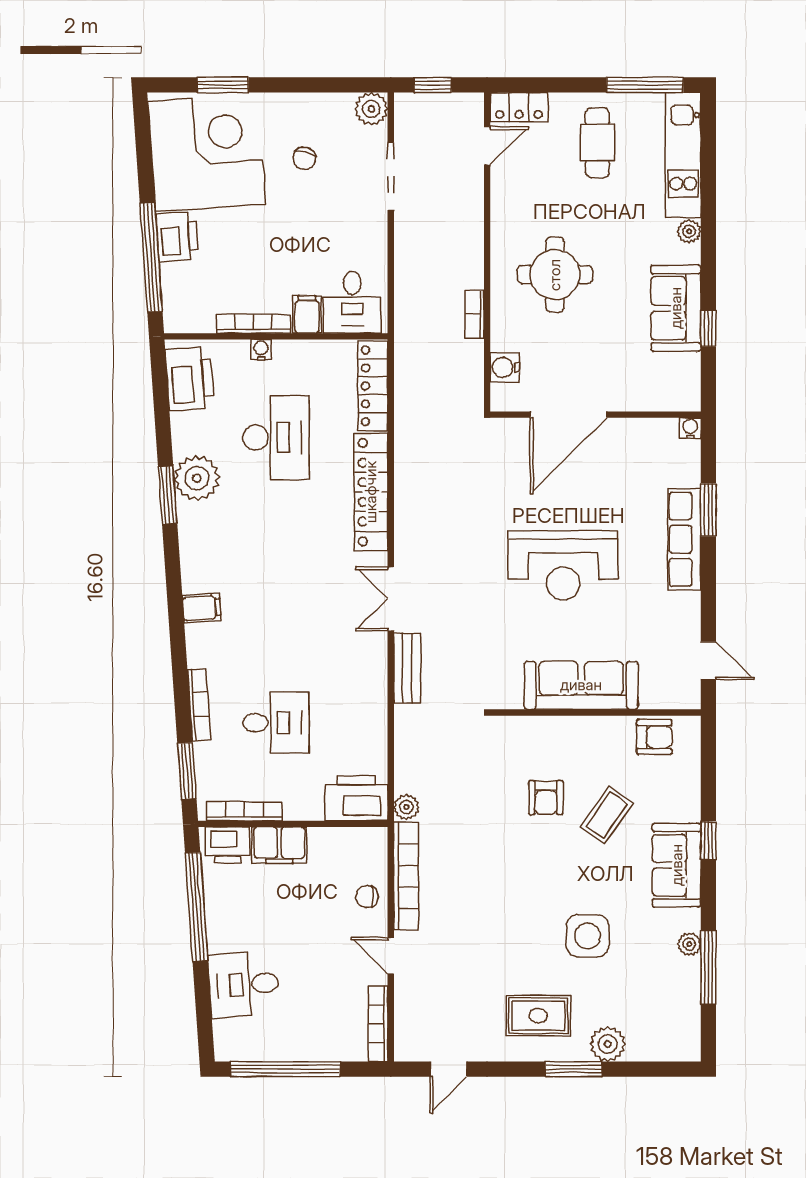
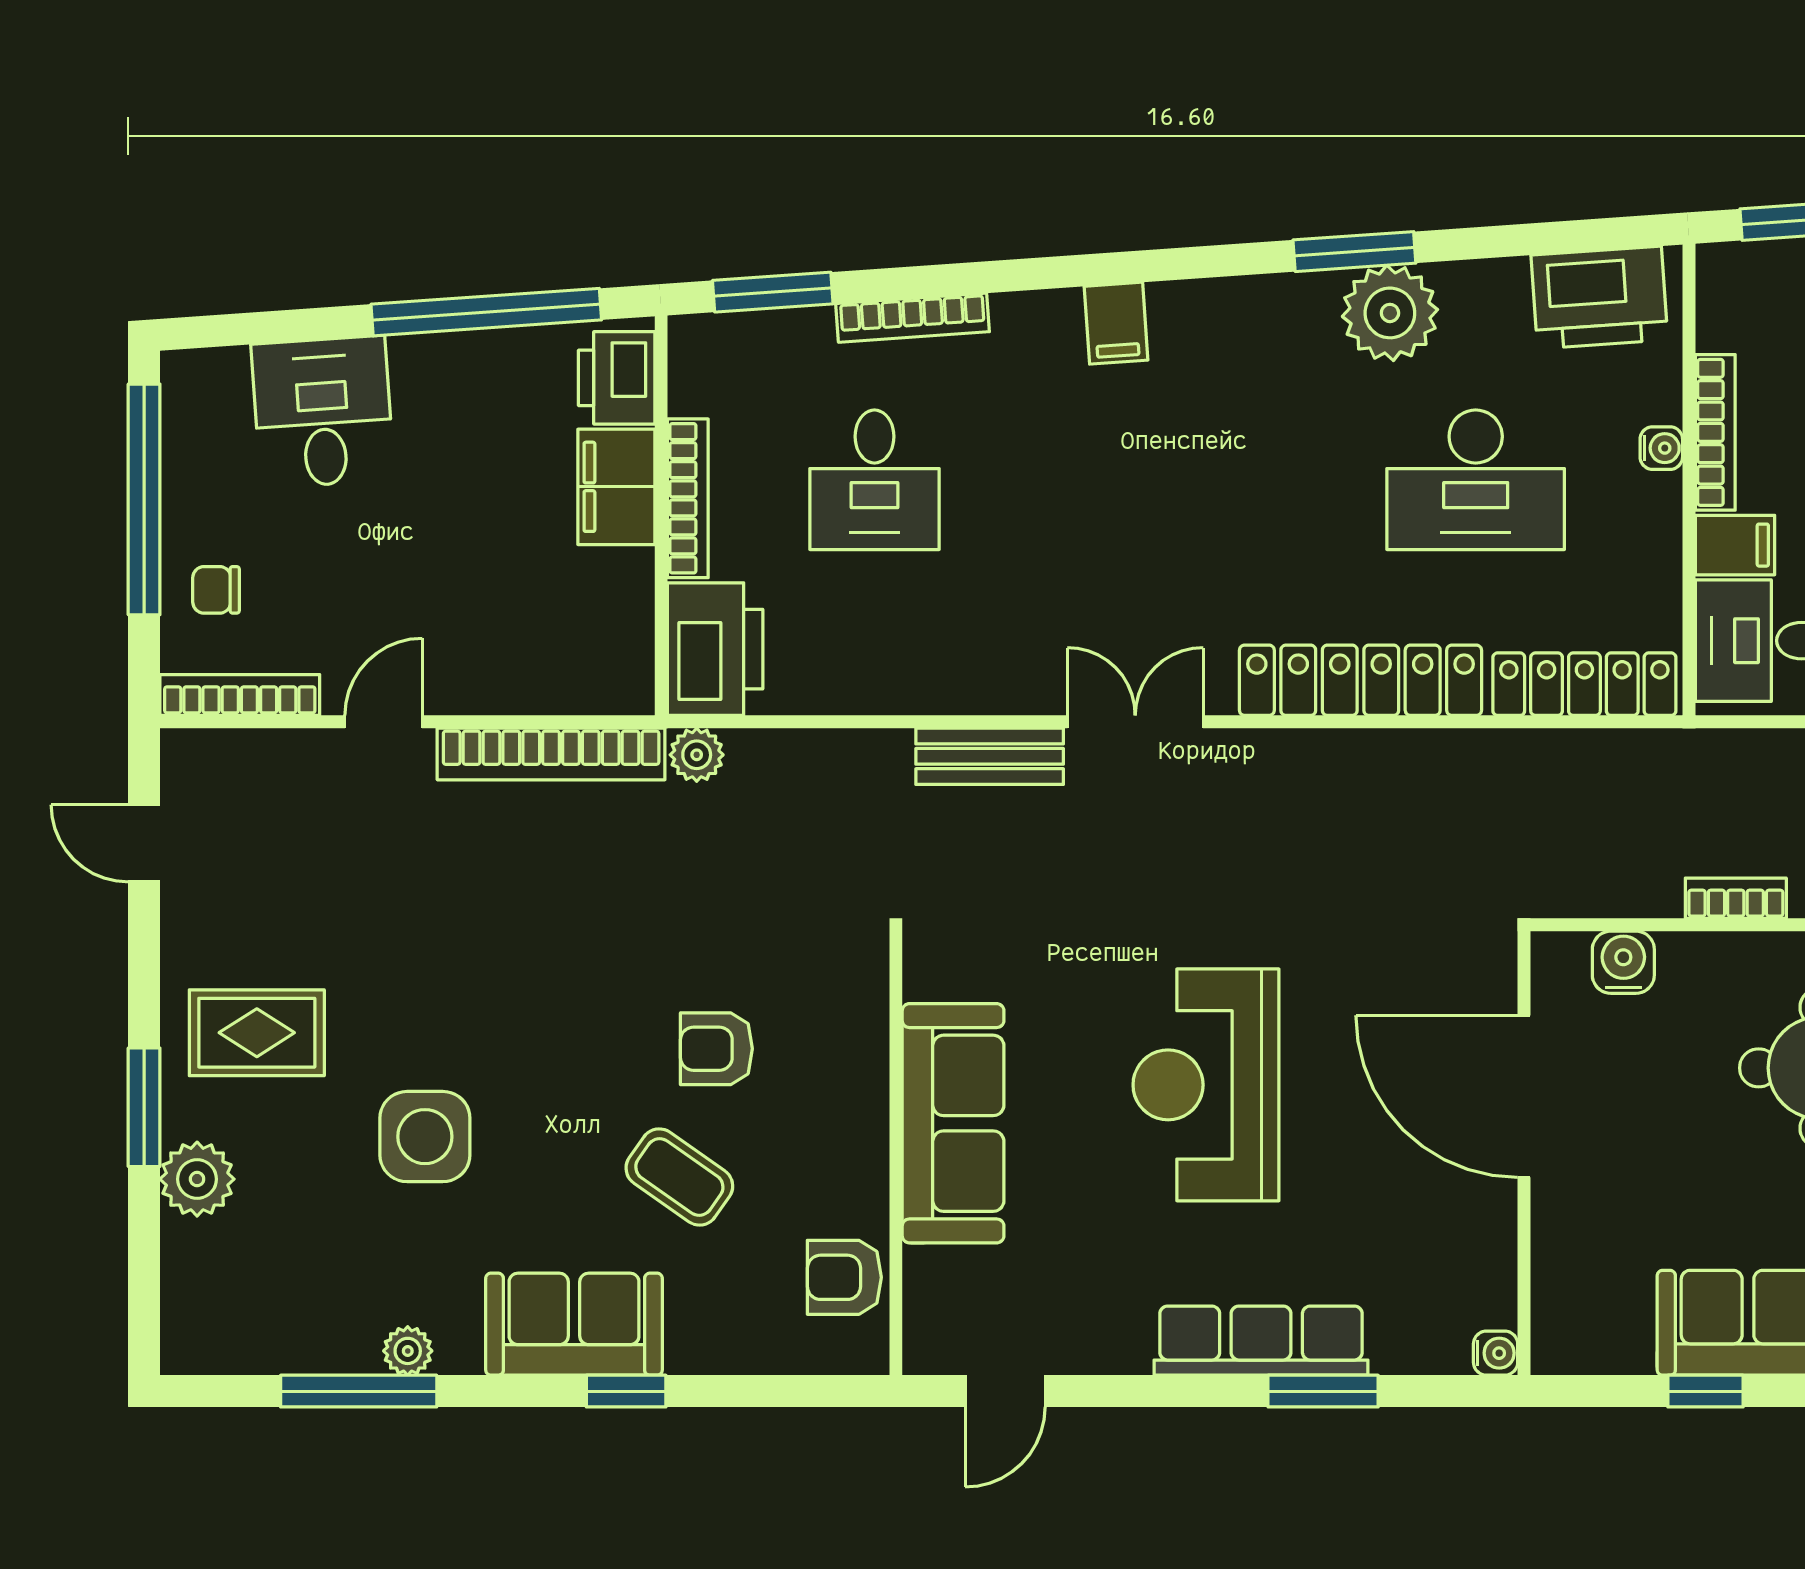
armchair: (654, 737) -> (844, 1277), turned 90
bookcase: (245, 811) -> (688, 498), moved
chair: (367, 897) -> (216, 590), moved, turned -90
rug: (538, 1016) -> (257, 1033), turned 90

